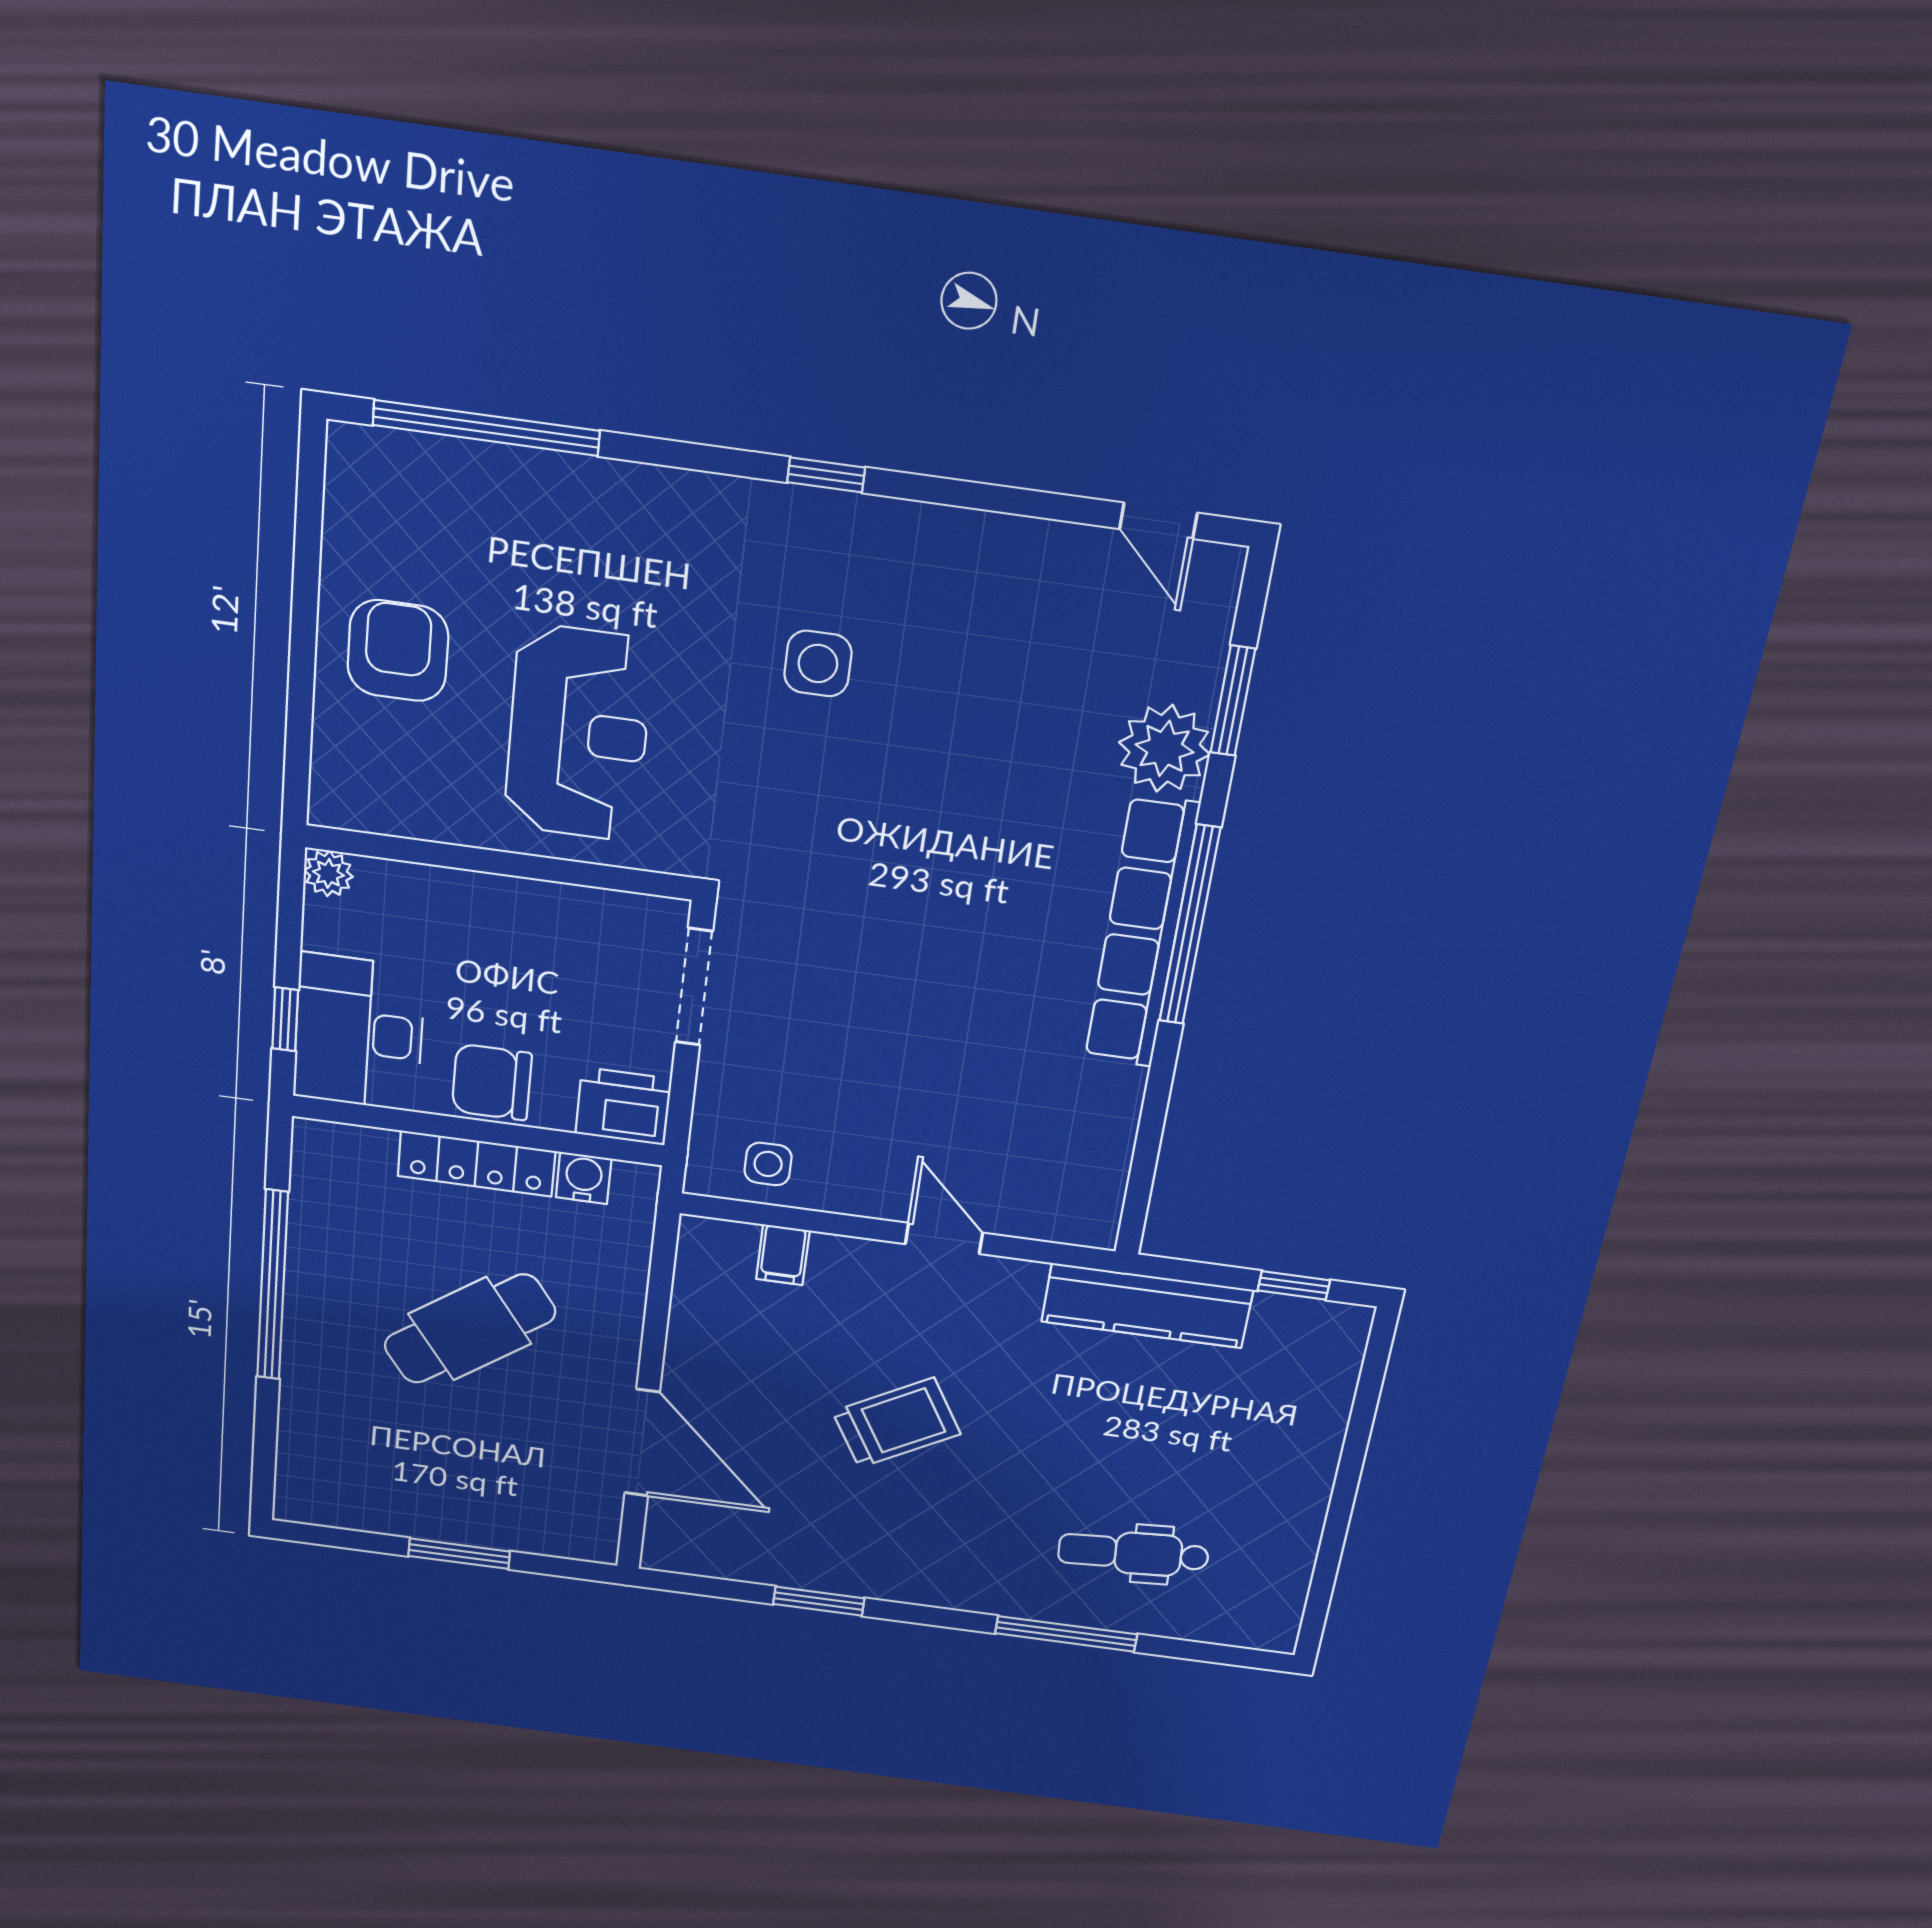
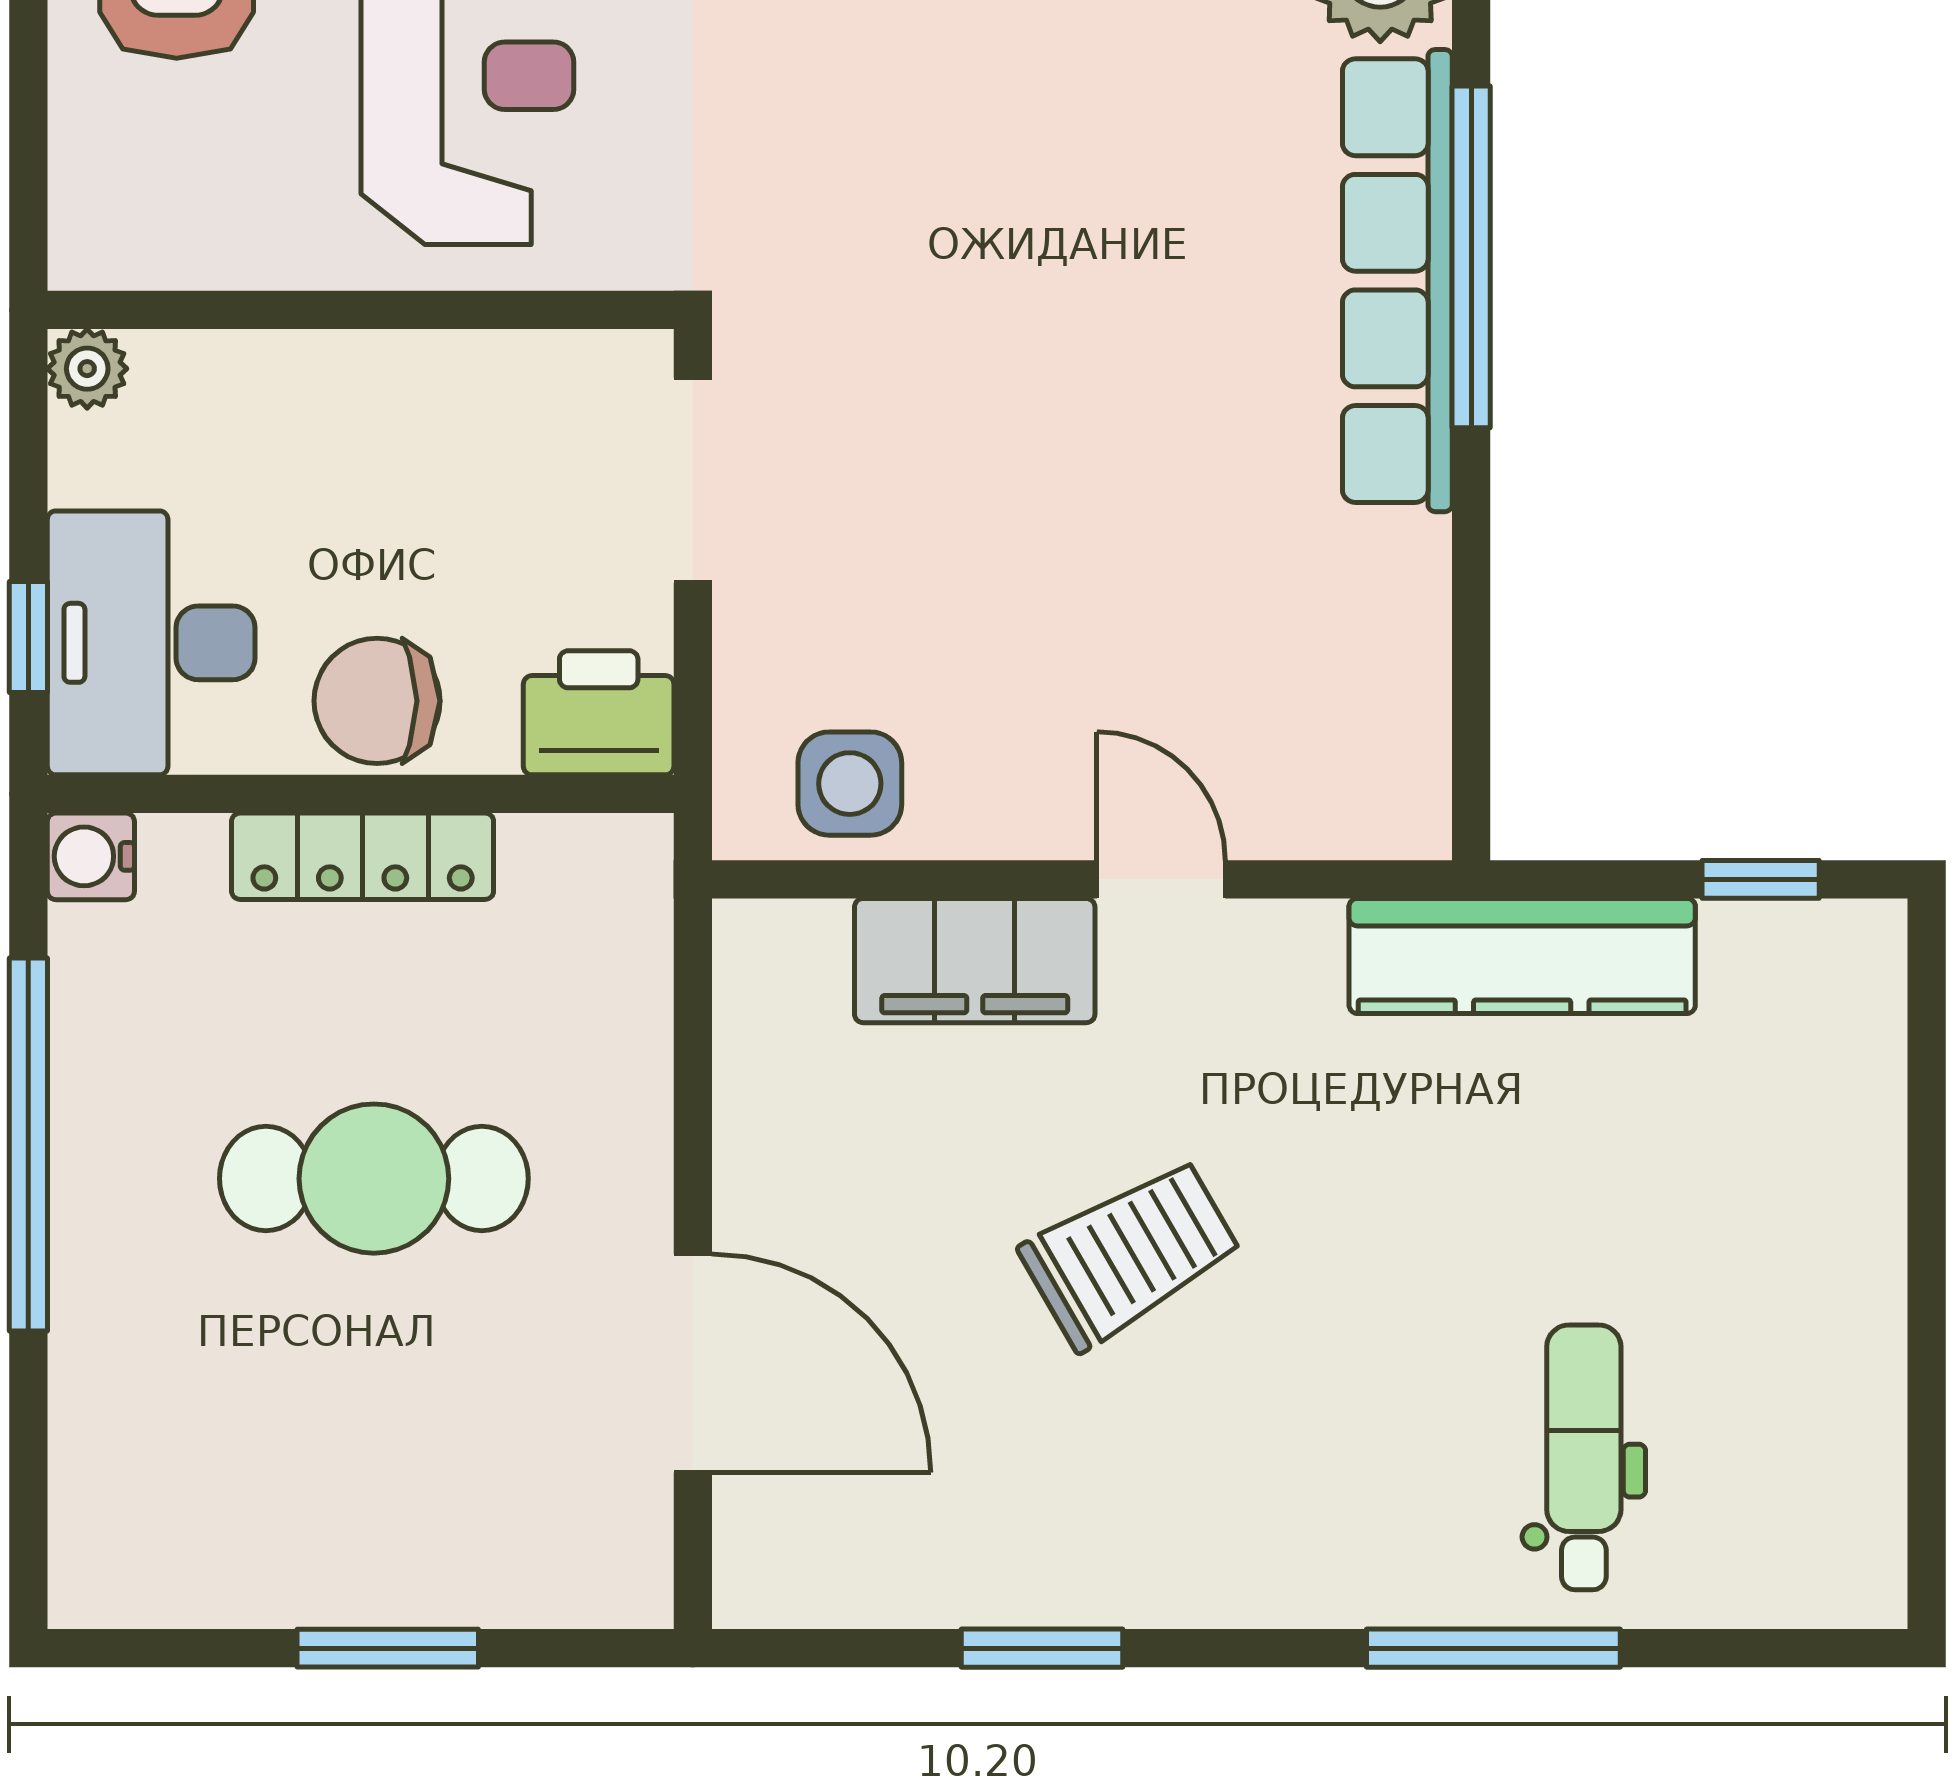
side table: (768, 1164) -> (850, 784), width x1.37, depth x1.37
water cooler: (584, 1178) -> (91, 856), moved, turned -90
filing cabinet: (783, 1255) -> (975, 961), width x3.00, depth x1.17
cafe table: (470, 1329) -> (374, 1179), turned 36
dental chair: (1133, 1553) -> (1584, 1457), turned 94

